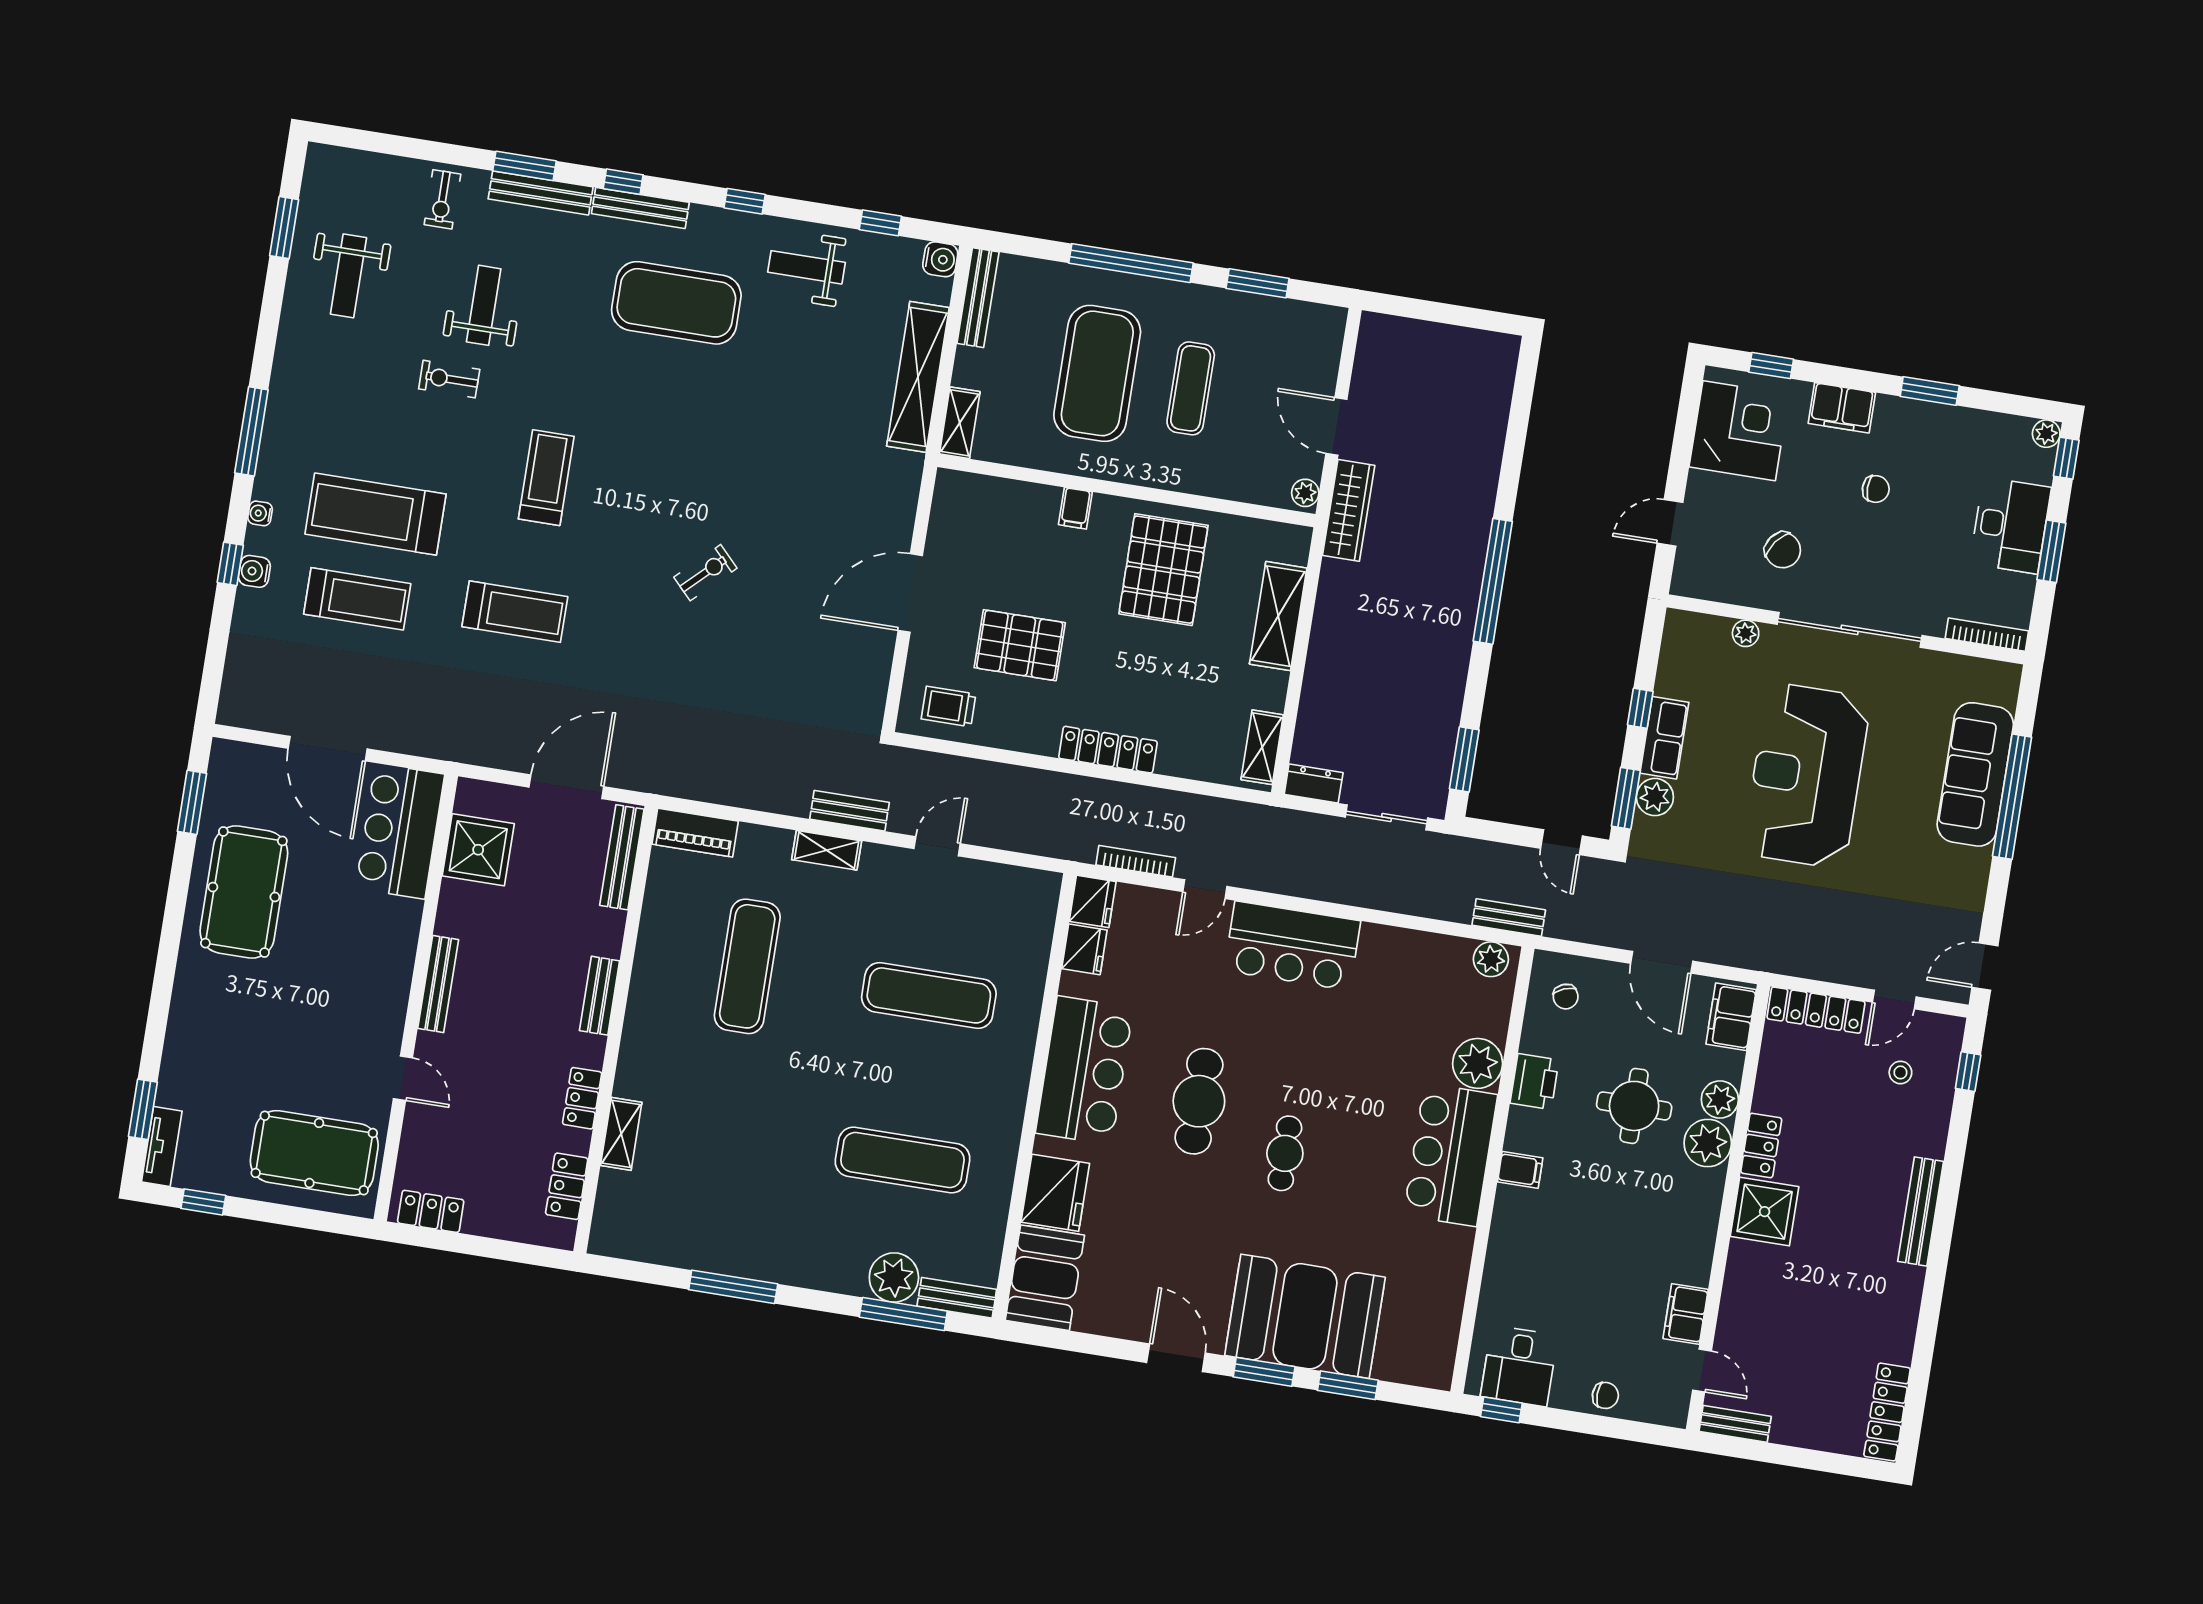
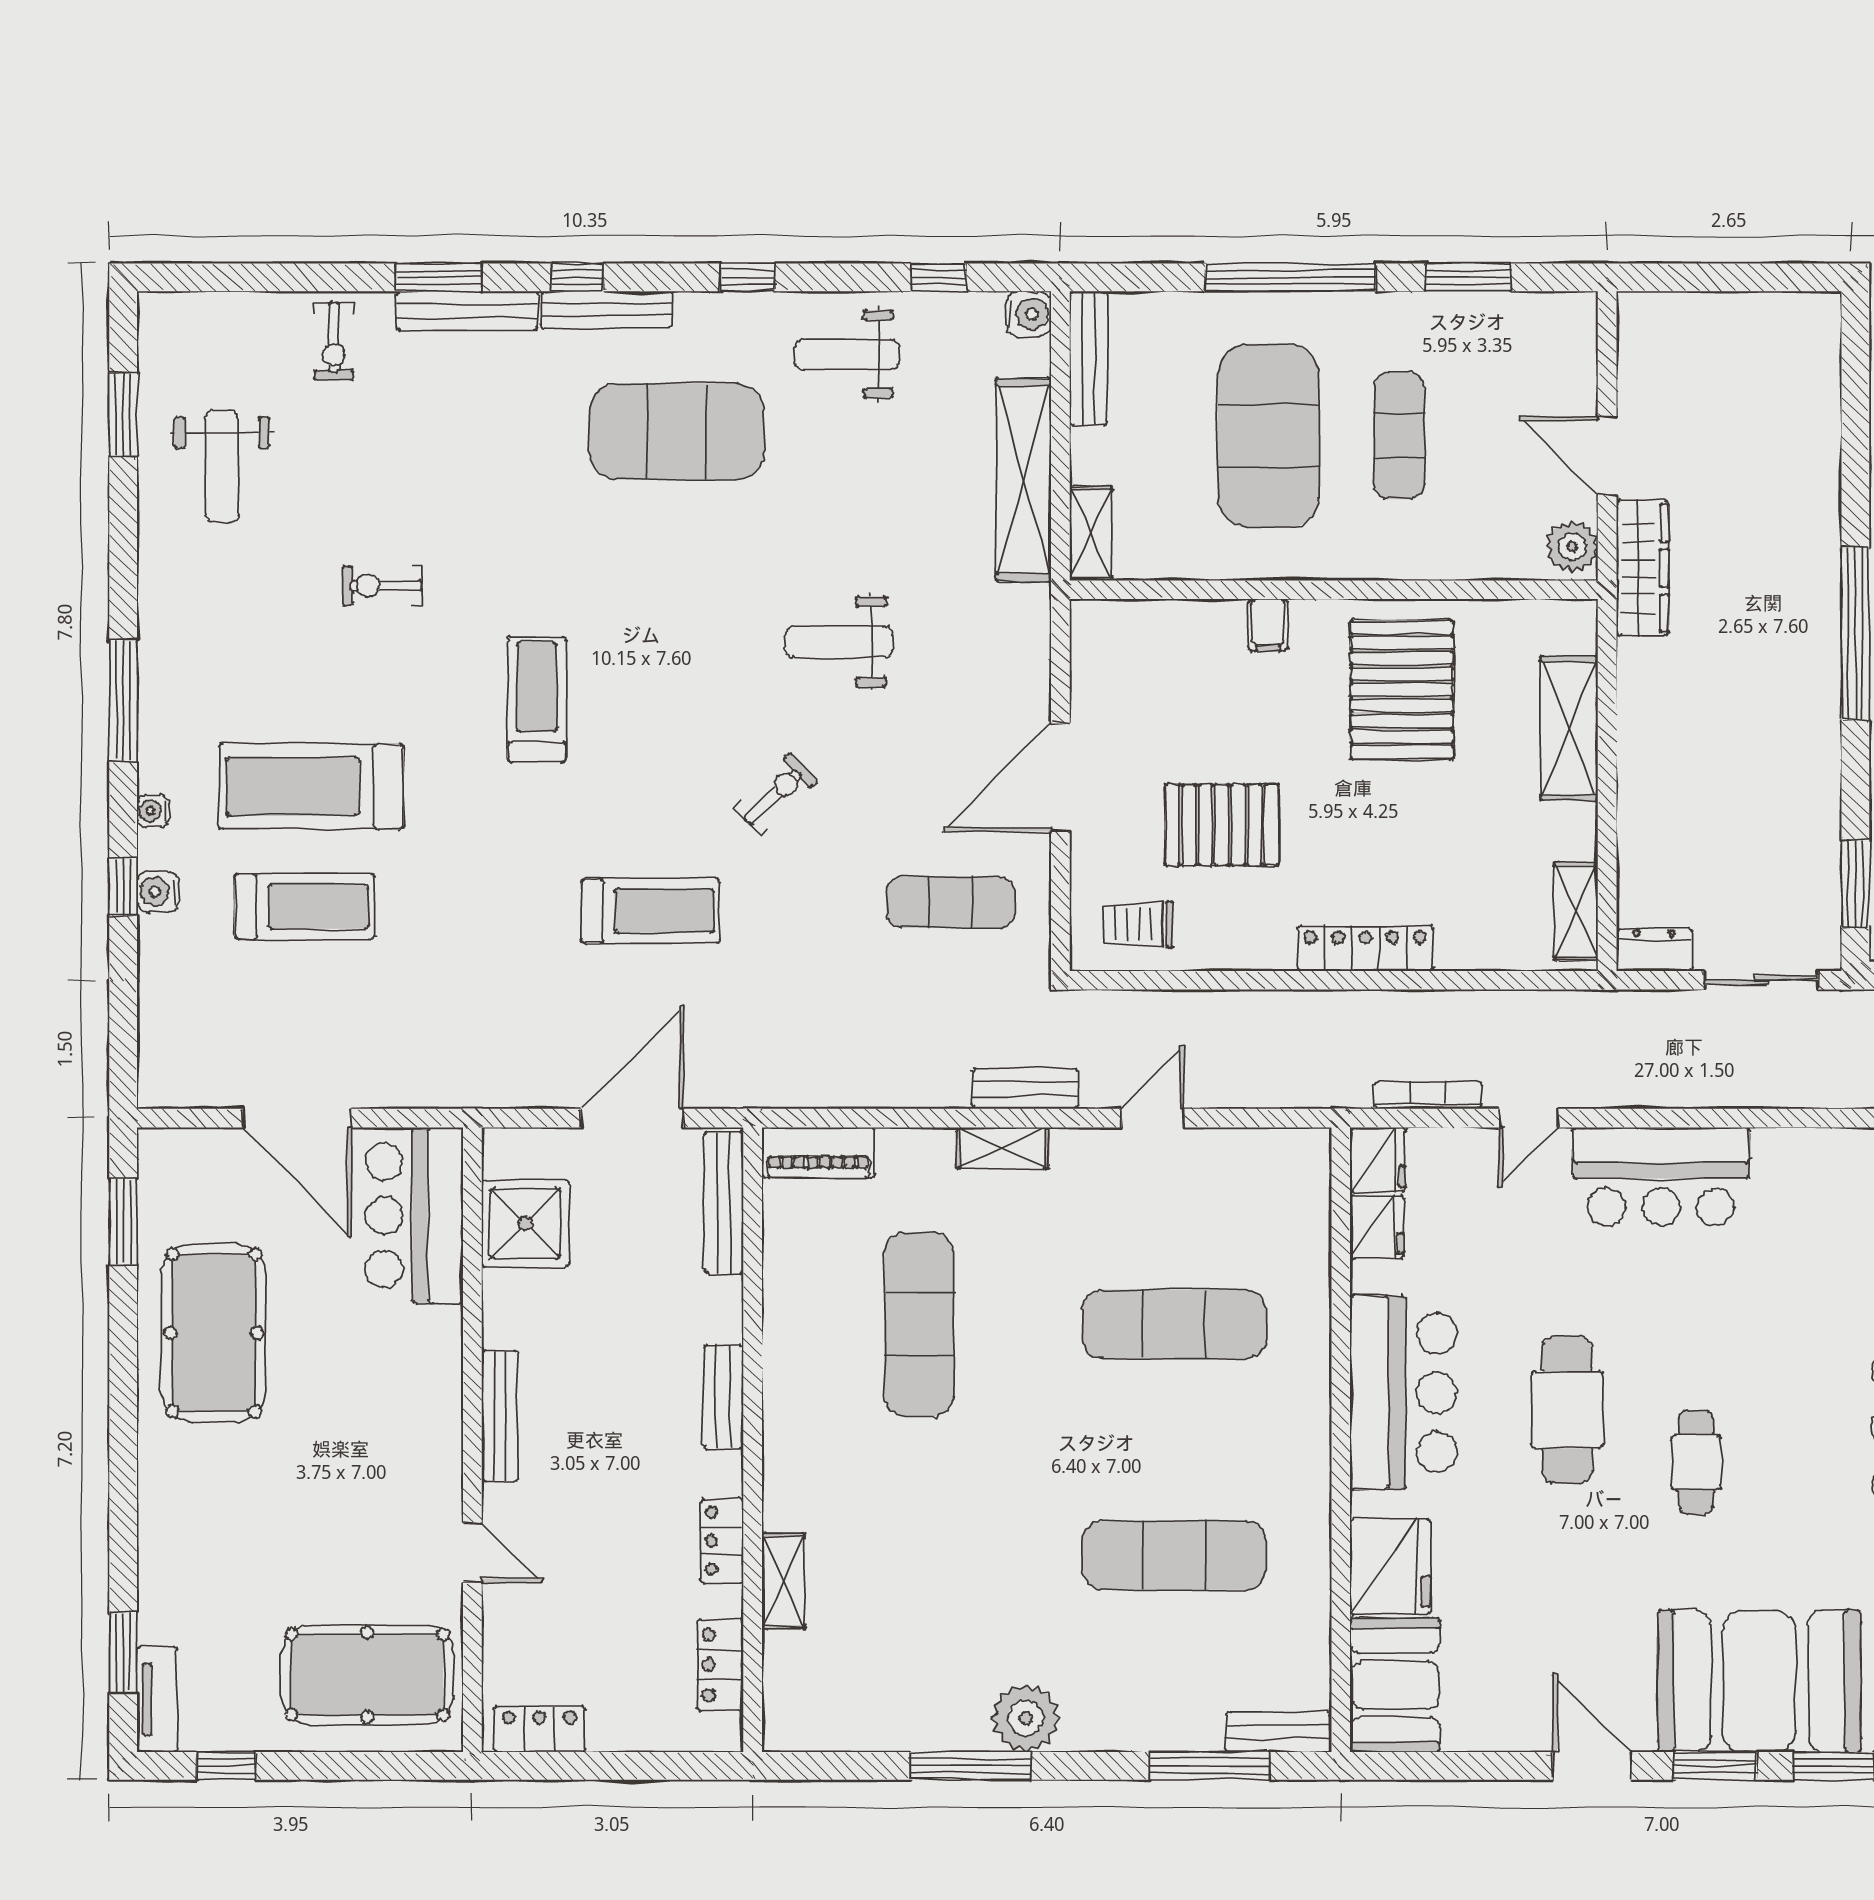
weight bench: (484, 305) -> (839, 642), moved, turned -90
plant: (1305, 493) -> (1572, 547), width x1.38, depth x1.38
treadmill: (515, 612) -> (651, 911), moved
exercise mat: (818, 669) -> (951, 902), added
plant: (894, 1278) -> (1026, 1718), moved

